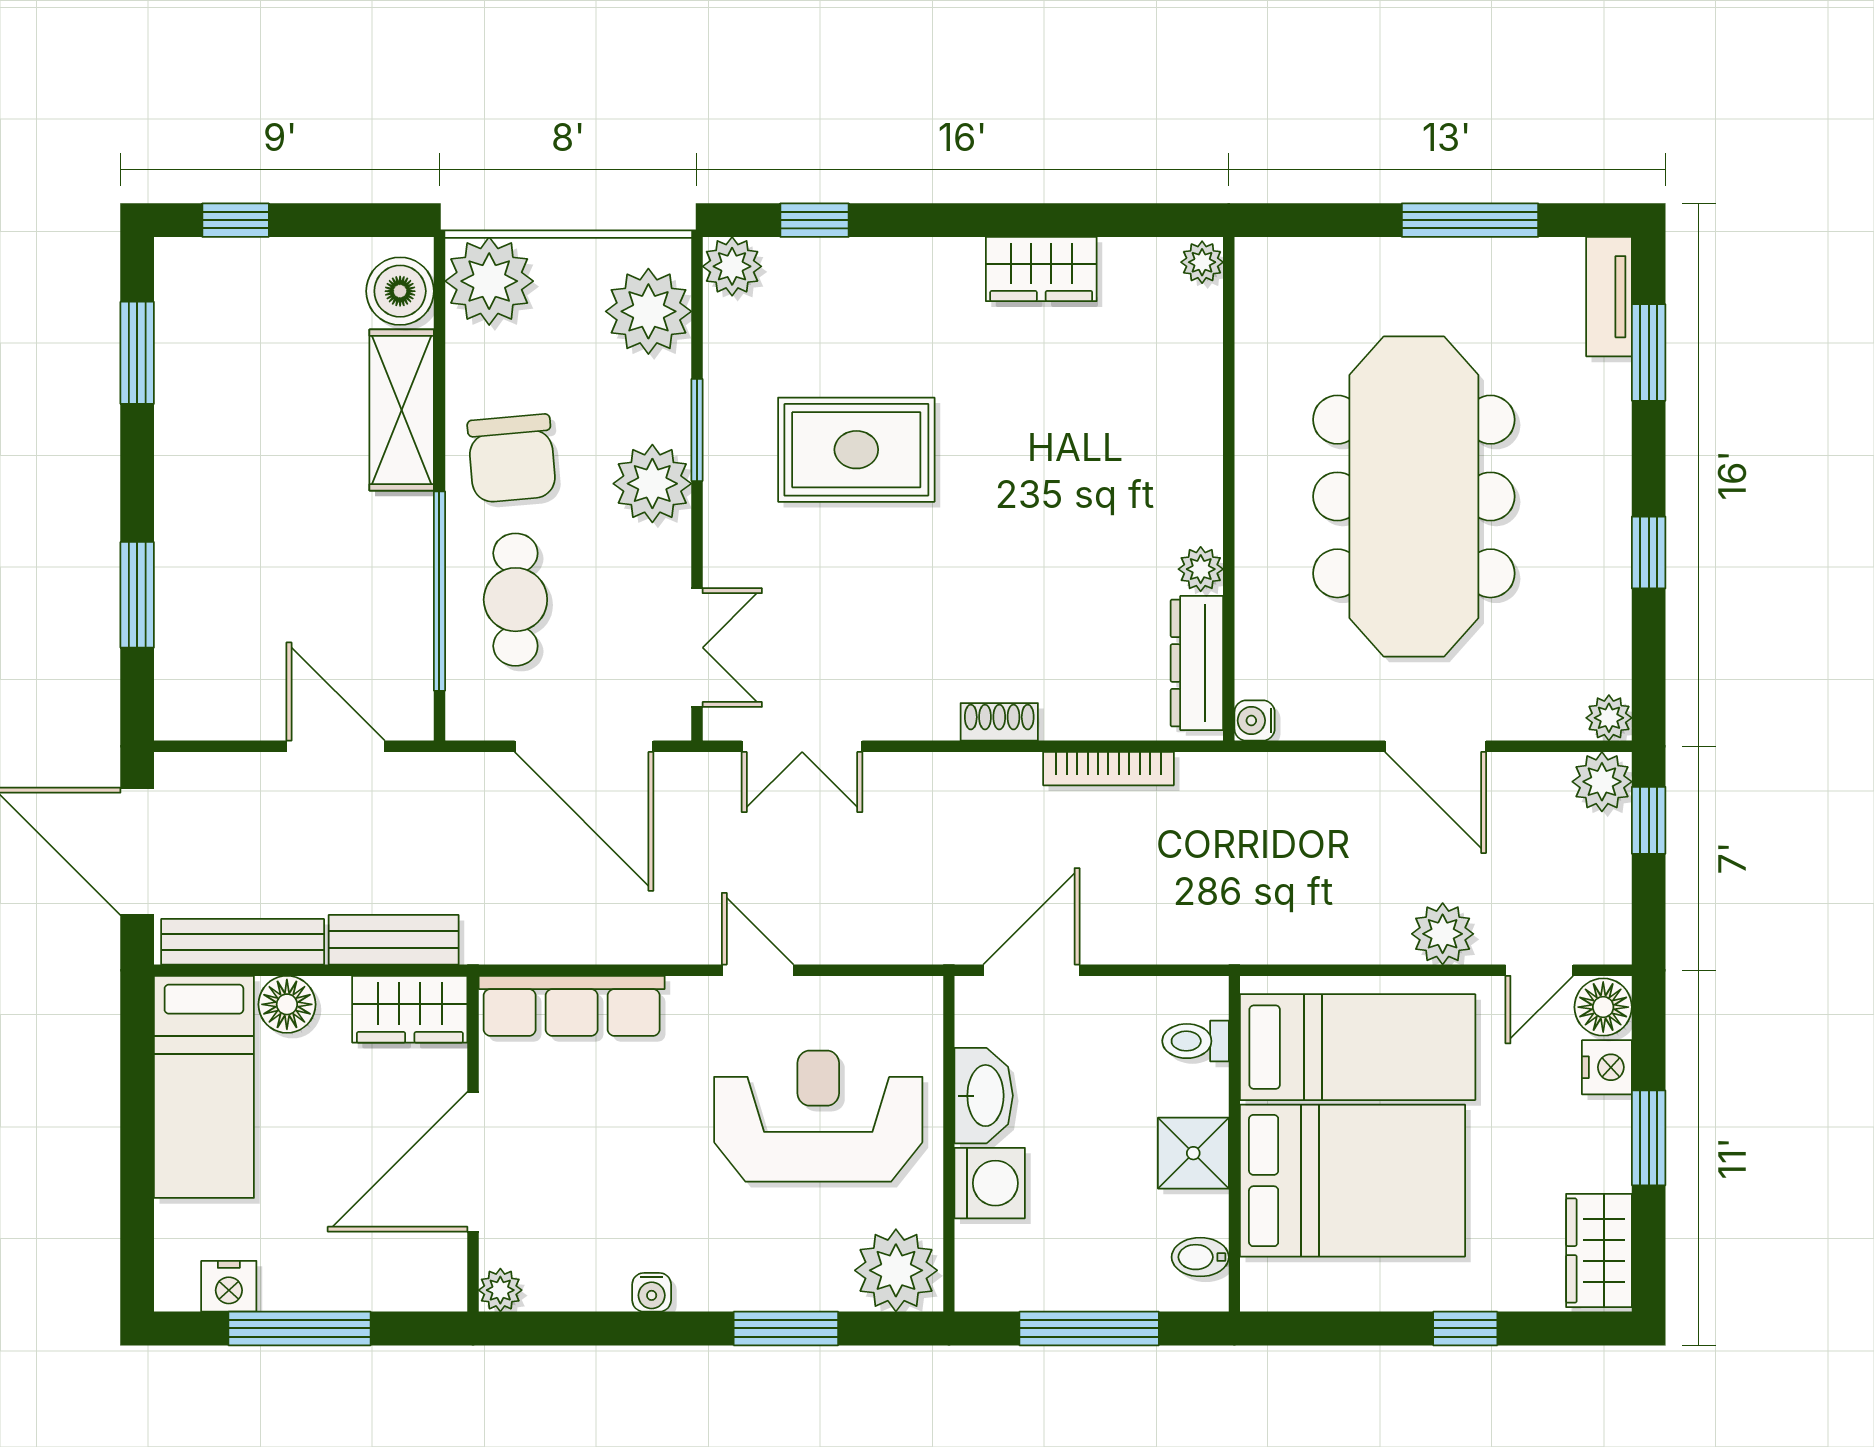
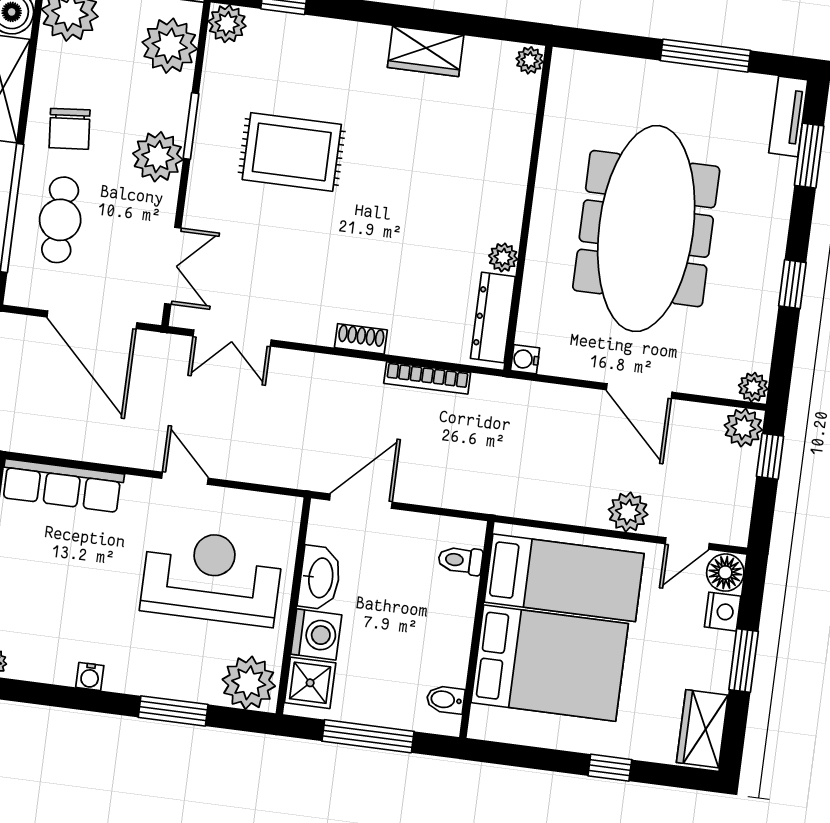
chair: (512, 458) -> (70, 129), width x0.73, depth x0.73
shower: (1193, 1153) -> (310, 683), moved

